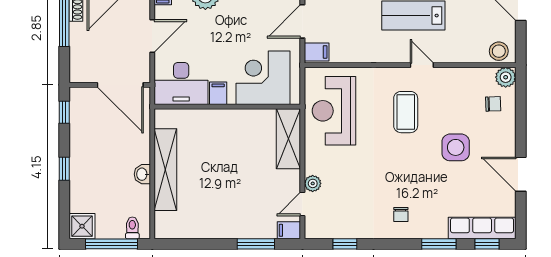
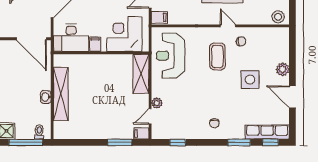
plant: (506, 77) -> (283, 69), moved
chair: (493, 104) -> (241, 41), moved

